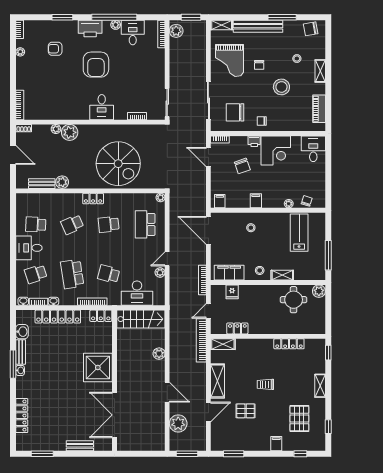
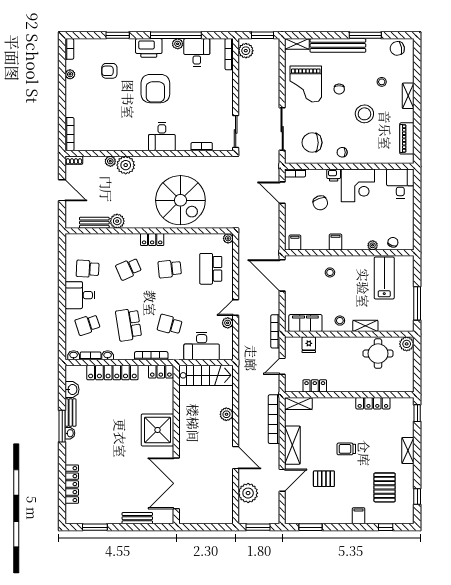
bookcase: (201, 340) -> (274, 419), moved

